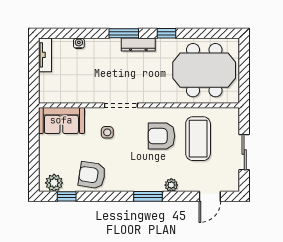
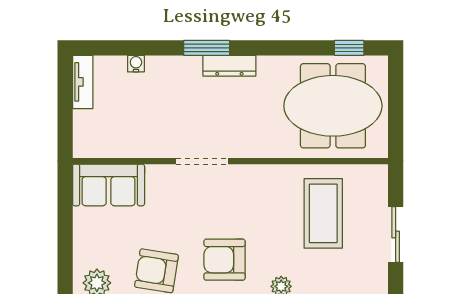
window: (166, 33) -> (349, 48), moved
side table: (107, 132) -> (181, 204), removed
armchair: (161, 136) -> (225, 260), moved

